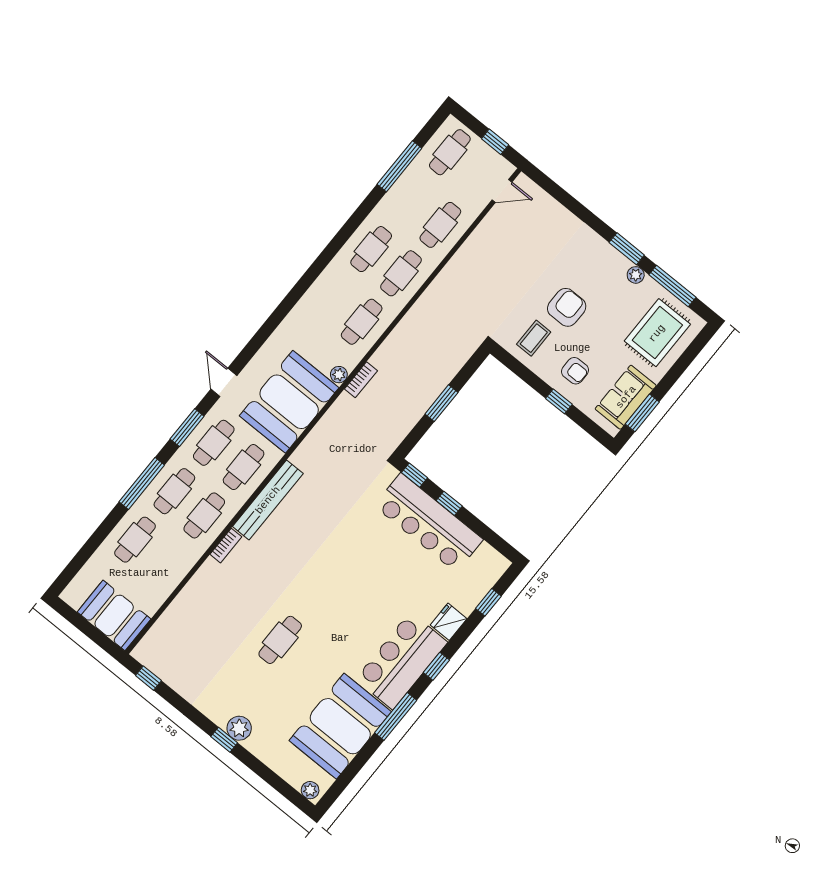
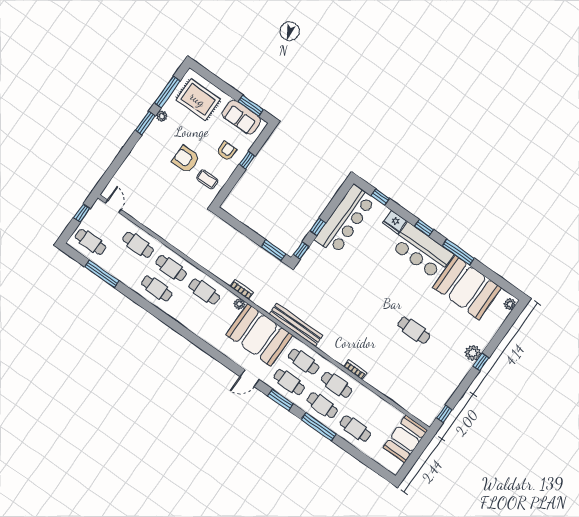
window: (441, 403) -> (273, 250), moved
bench: (268, 500) -> (296, 325), moved
bar counter: (428, 523) -> (345, 220), moved

